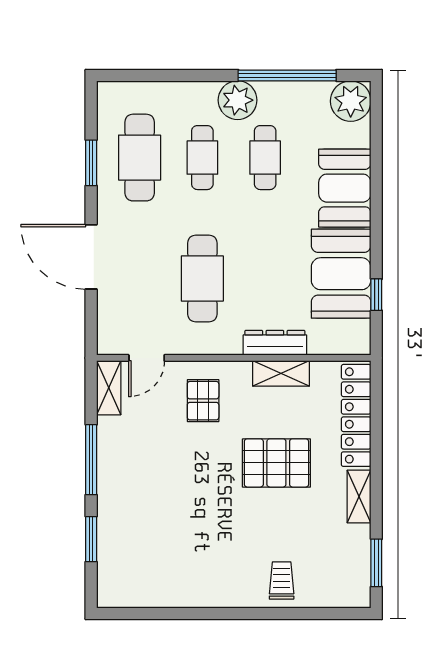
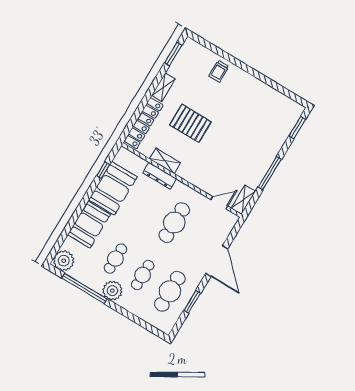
pallet: (203, 401) -> (206, 169), removed
window: (91, 539) -> (297, 128), moved

